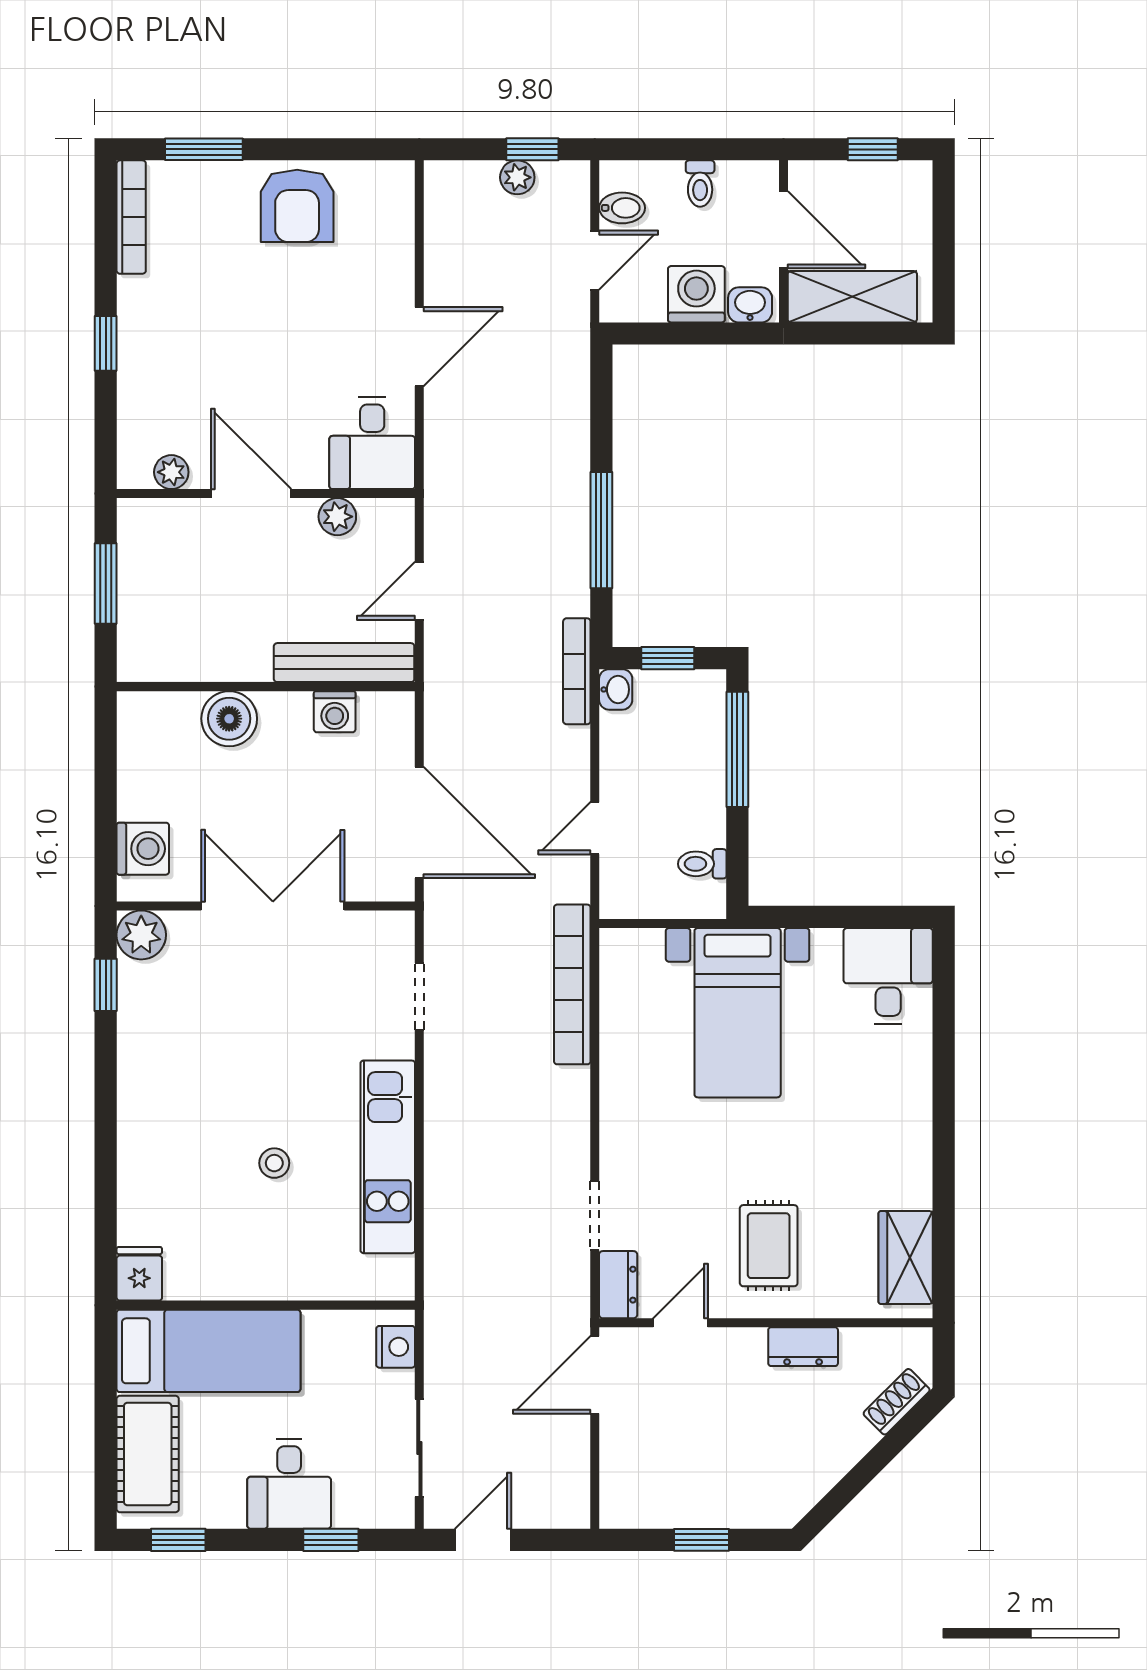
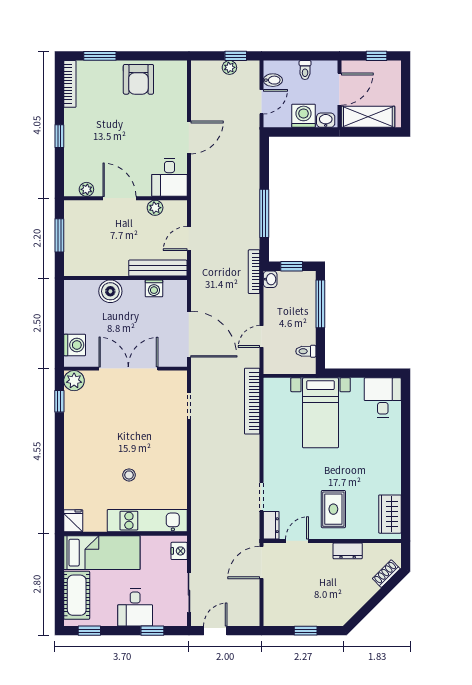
door: (783, 230) -> (339, 89), hinge flipped
kitchen unit: (388, 1157) -> (147, 521), moved, turned 90

